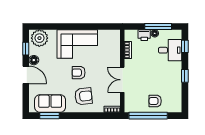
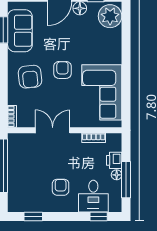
corner sofa: (77, 44) -> (102, 92), moved
window: (185, 76) -> (33, 216), moved
armchair: (155, 101) -> (61, 187), moved

